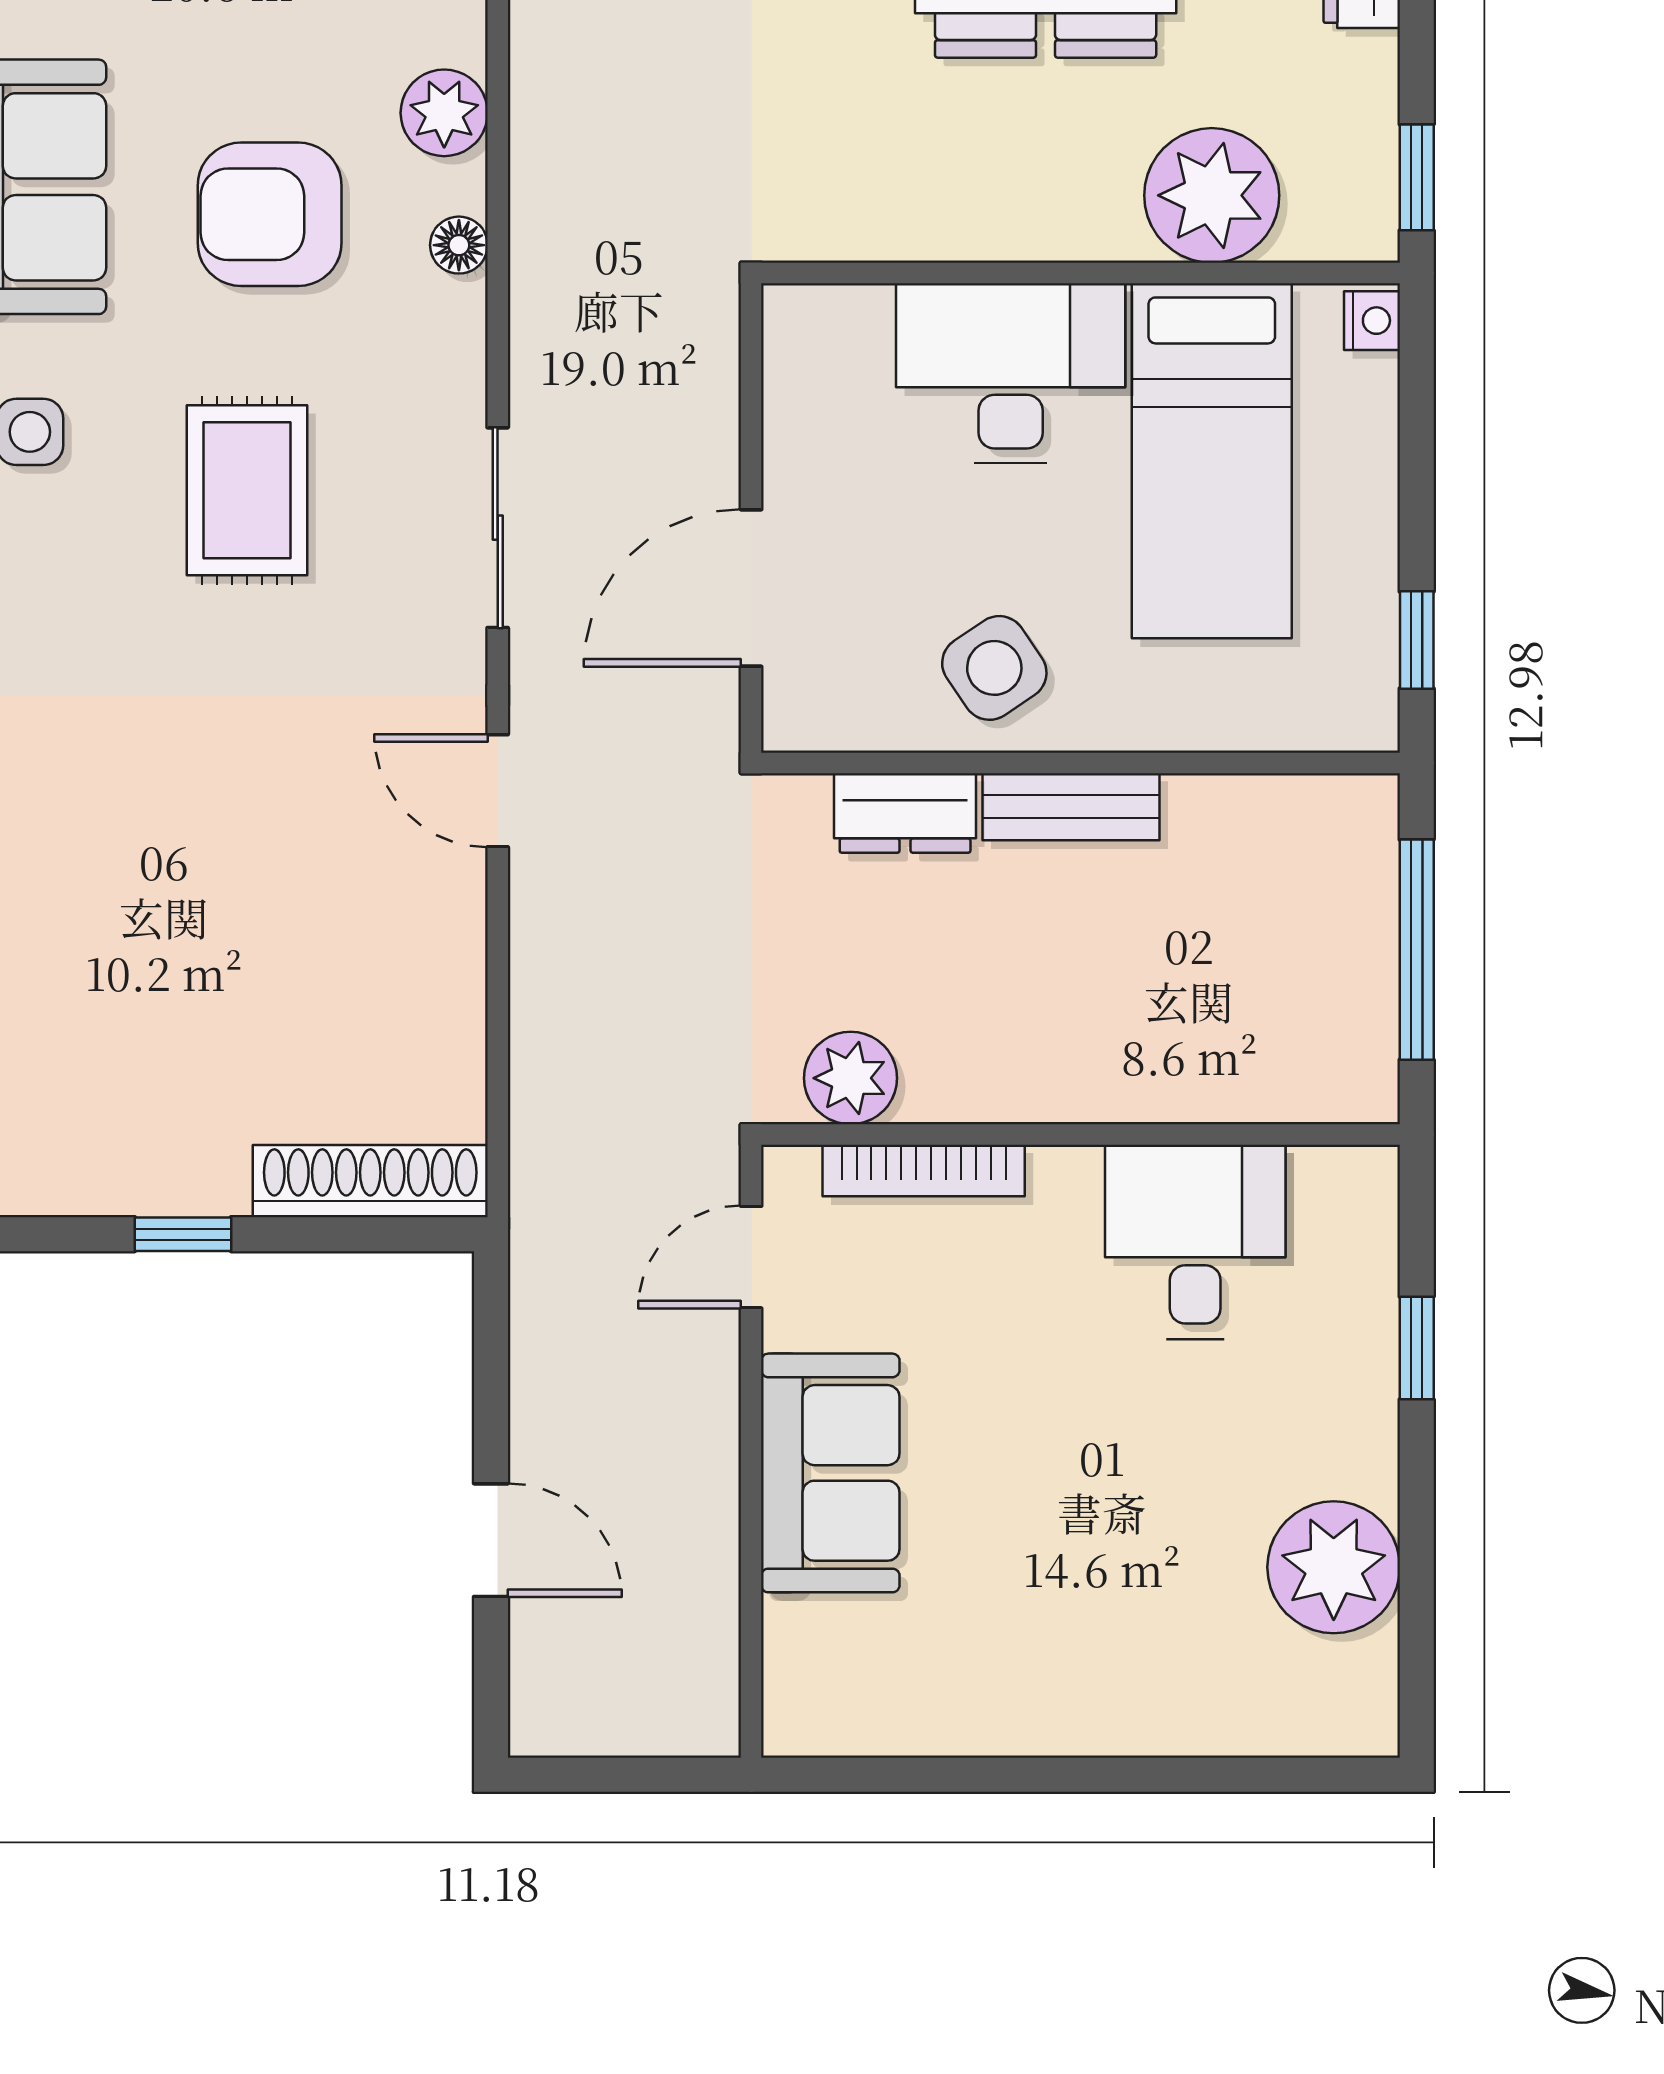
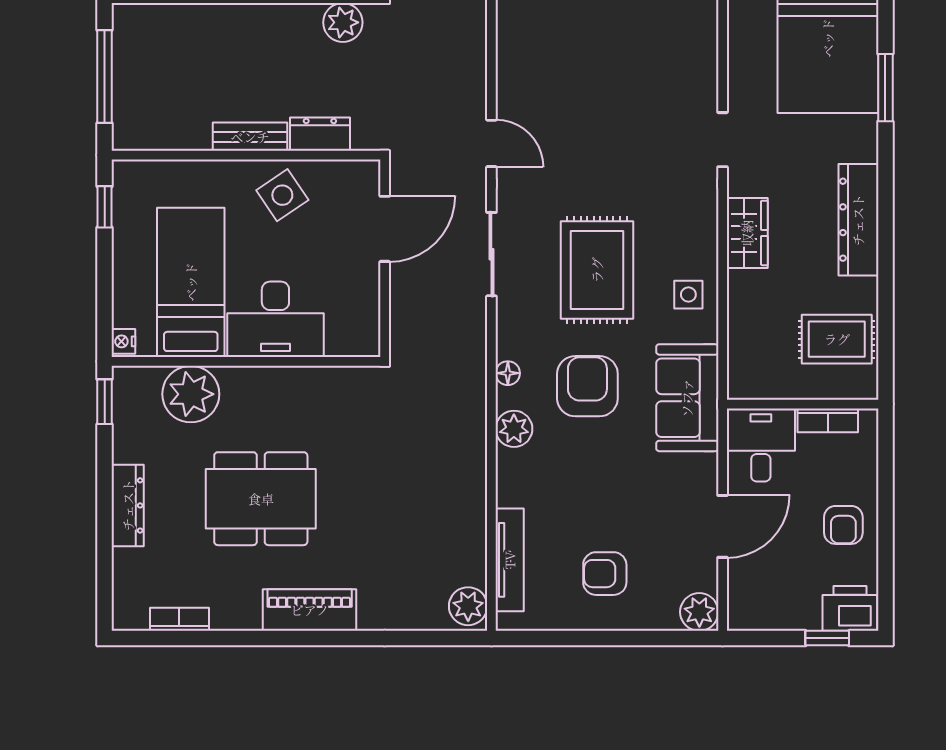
armchair: (270, 214) -> (587, 386), turned -90
rug: (247, 490) -> (597, 270), width x1.36, depth x1.43

